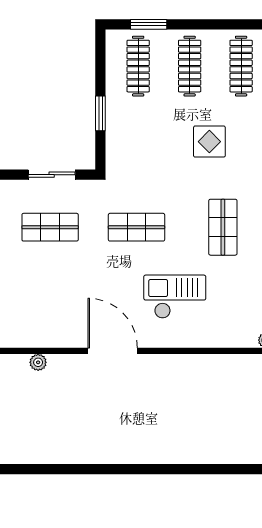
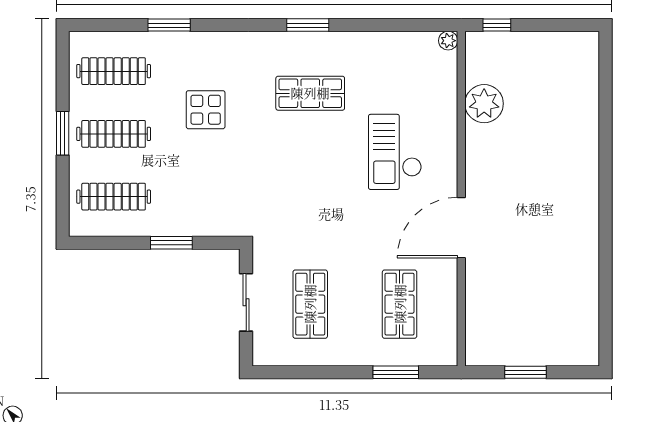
window: (149, 24) -> (63, 133), moved
shop shelf: (136, 227) -> (400, 304), moved
plant: (38, 362) -> (484, 104), moved, width x1.87, depth x1.87

